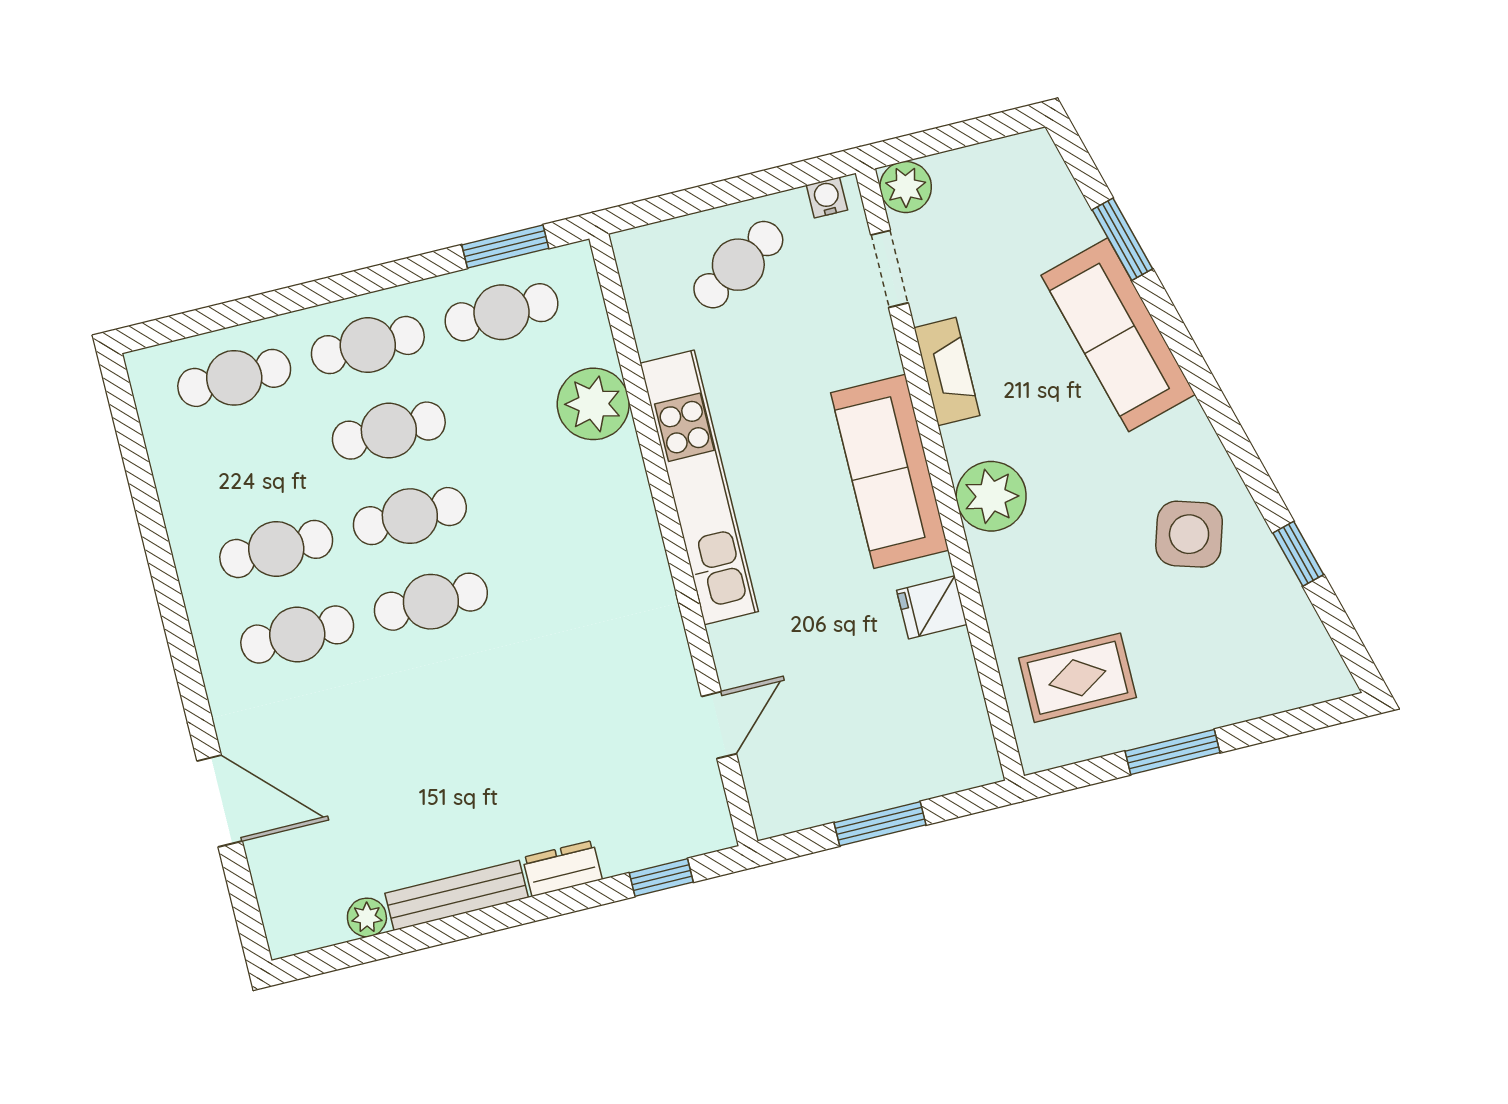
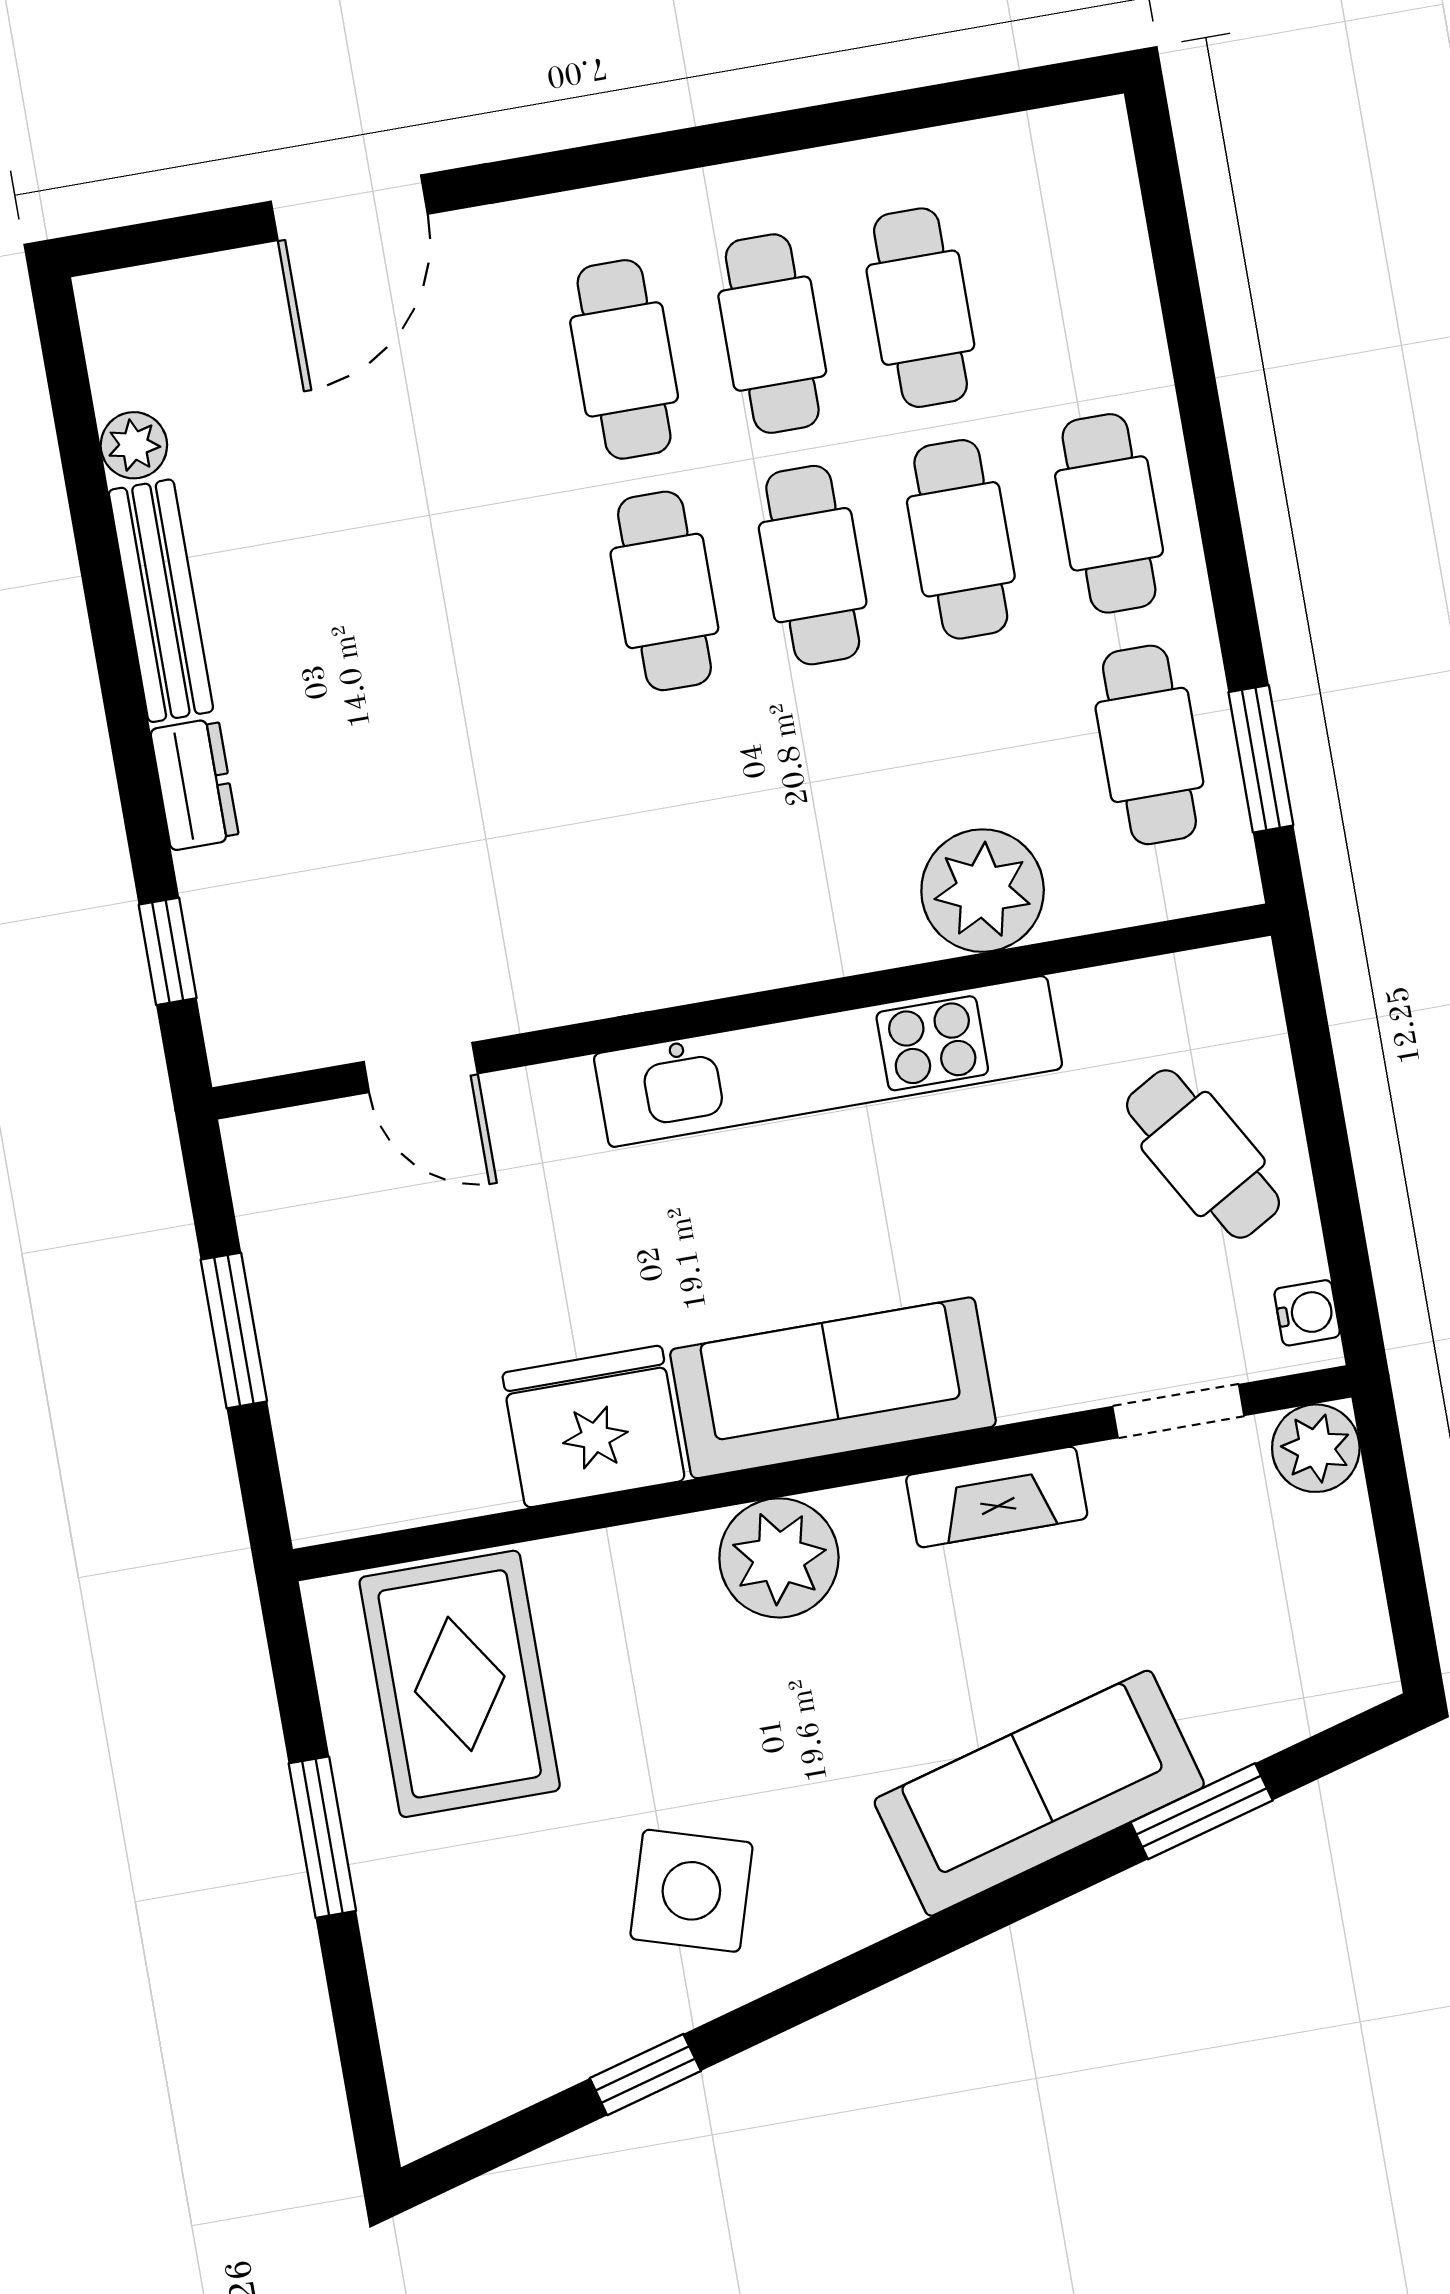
cafe table: (234, 378) -> (920, 308), moved
fridge: (932, 607) -> (594, 1427), width x1.88, depth x1.34
rug: (1077, 678) -> (460, 1684), width x1.36, depth x1.43

